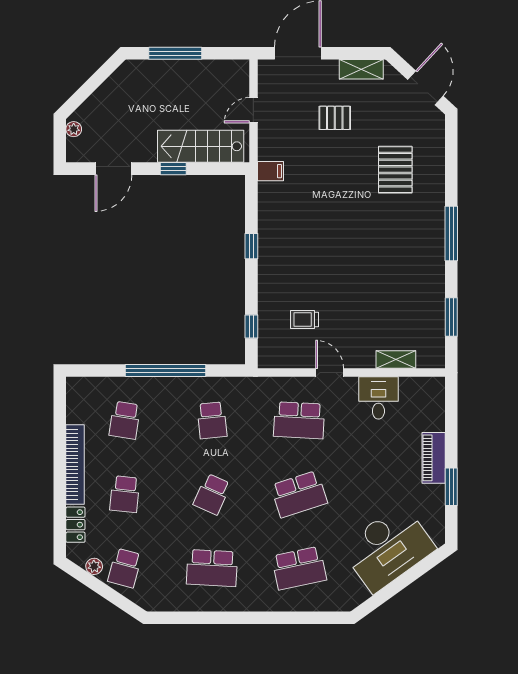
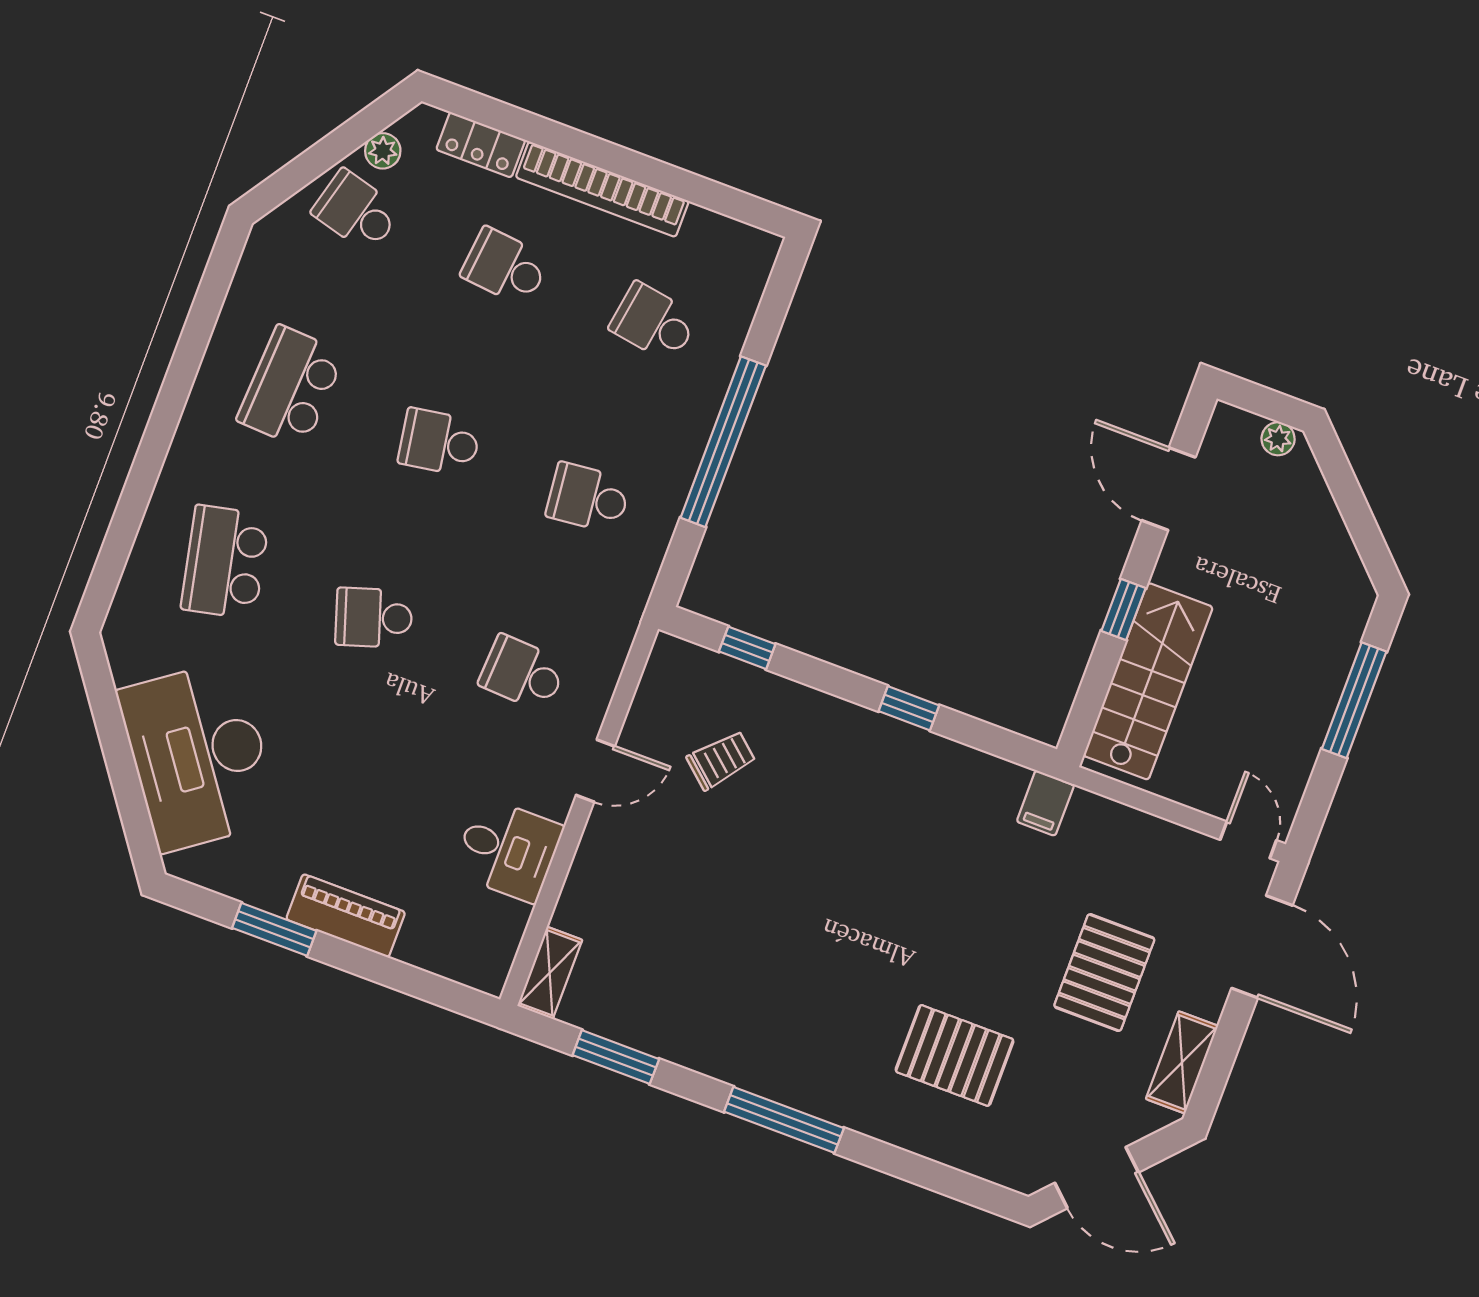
door: (253, 110) -> (1248, 840), moved
pallet: (335, 118) -> (1104, 973), width x1.50, depth x1.42
trolley: (305, 320) -> (721, 760), turned 41
shelving: (396, 360) -> (550, 973), moved
school desk: (299, 420) -> (523, 673), width x0.54
school desk: (212, 494) -> (439, 442), turned -33
school desk: (299, 494) -> (374, 618), width x0.54

